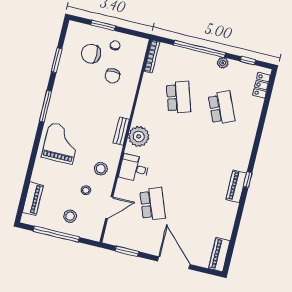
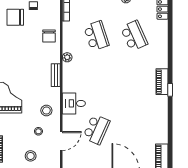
chair: (112, 76) -> (49, 36), moved
plant: (139, 137) -> (67, 57), moved, width x0.53, depth x0.53
piano: (236, 186) -> (162, 82), moved
school desk: (153, 204) -> (96, 129), turned 45

